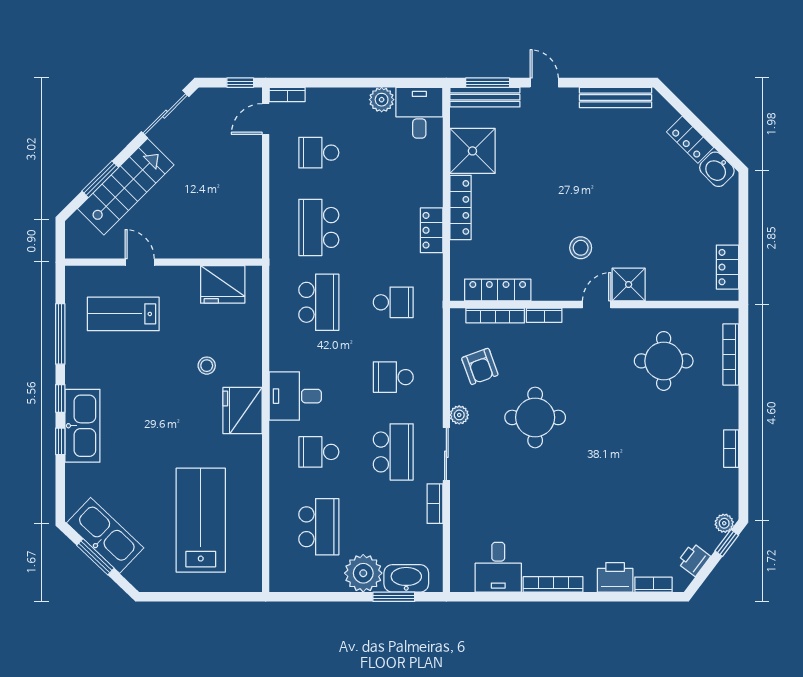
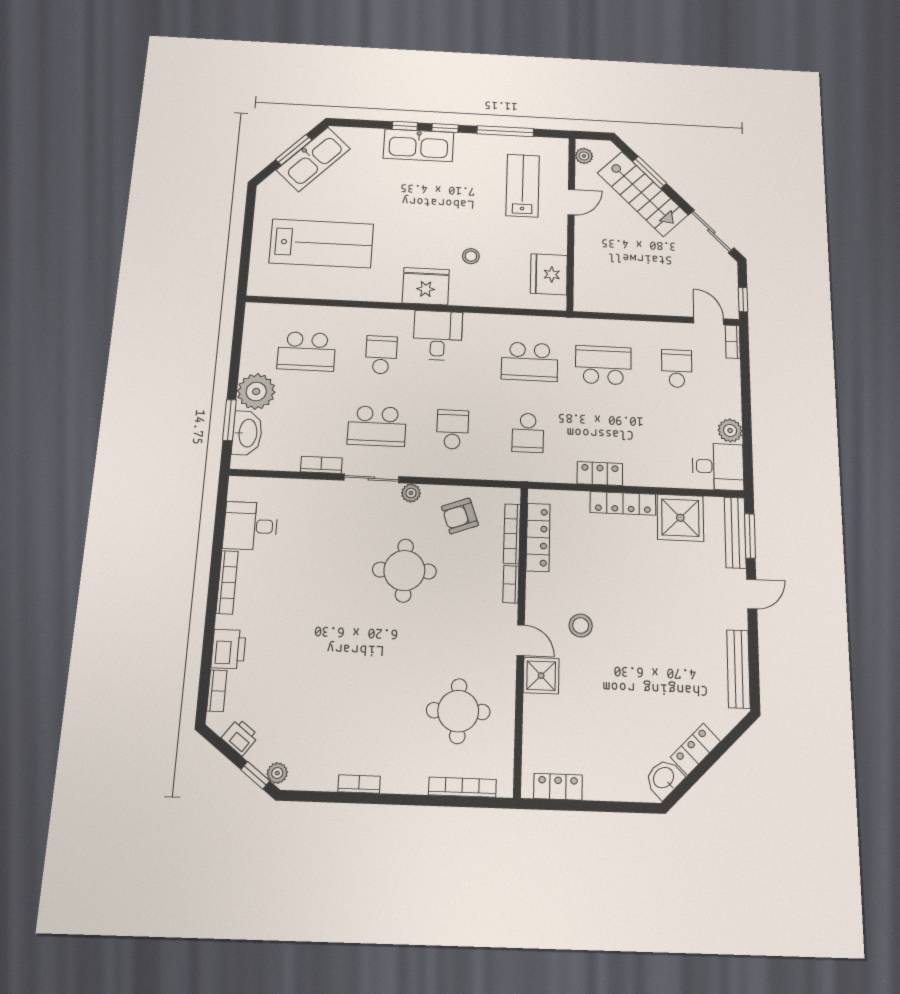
plant: (85, 249) -> (584, 156), added

